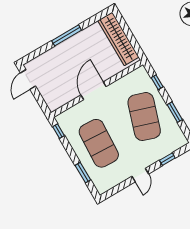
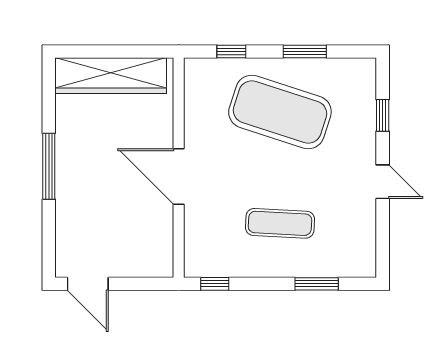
exercise mat: (99, 143) -> (280, 223), width x0.50, depth x0.69

